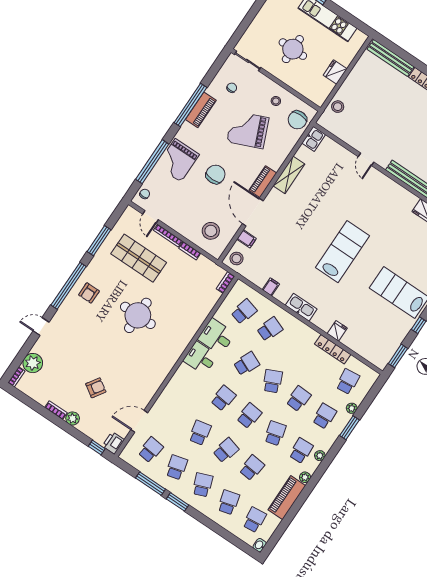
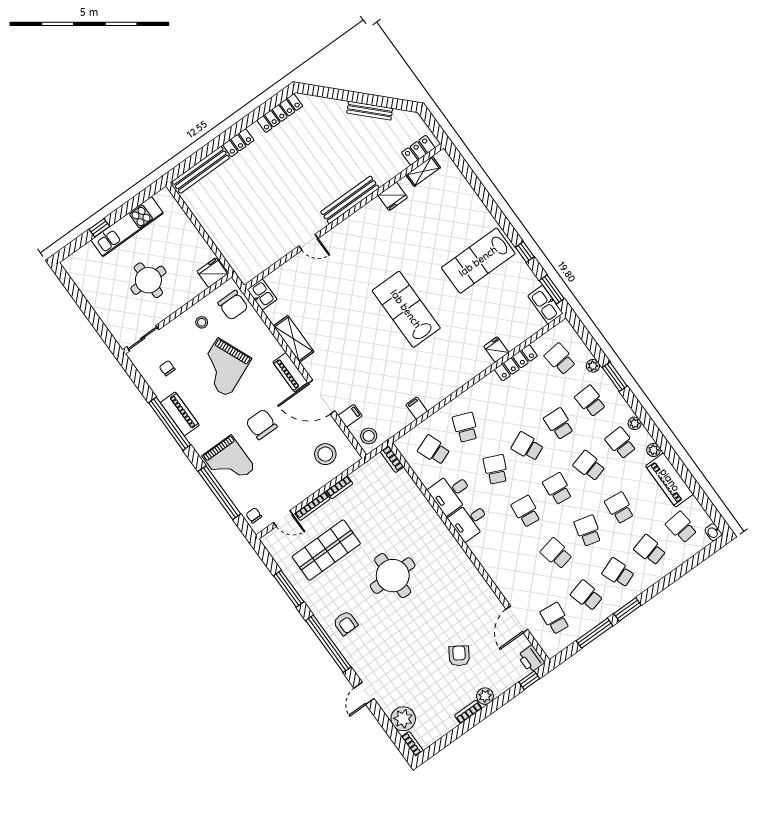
fridge: (335, 72) -> (212, 273), moved, turned 90
stool: (338, 107) -> (235, 253), removed
kitchen sink: (301, 307) -> (545, 305), moved, turned -90
school desk: (244, 312) -> (434, 450), turned -36

